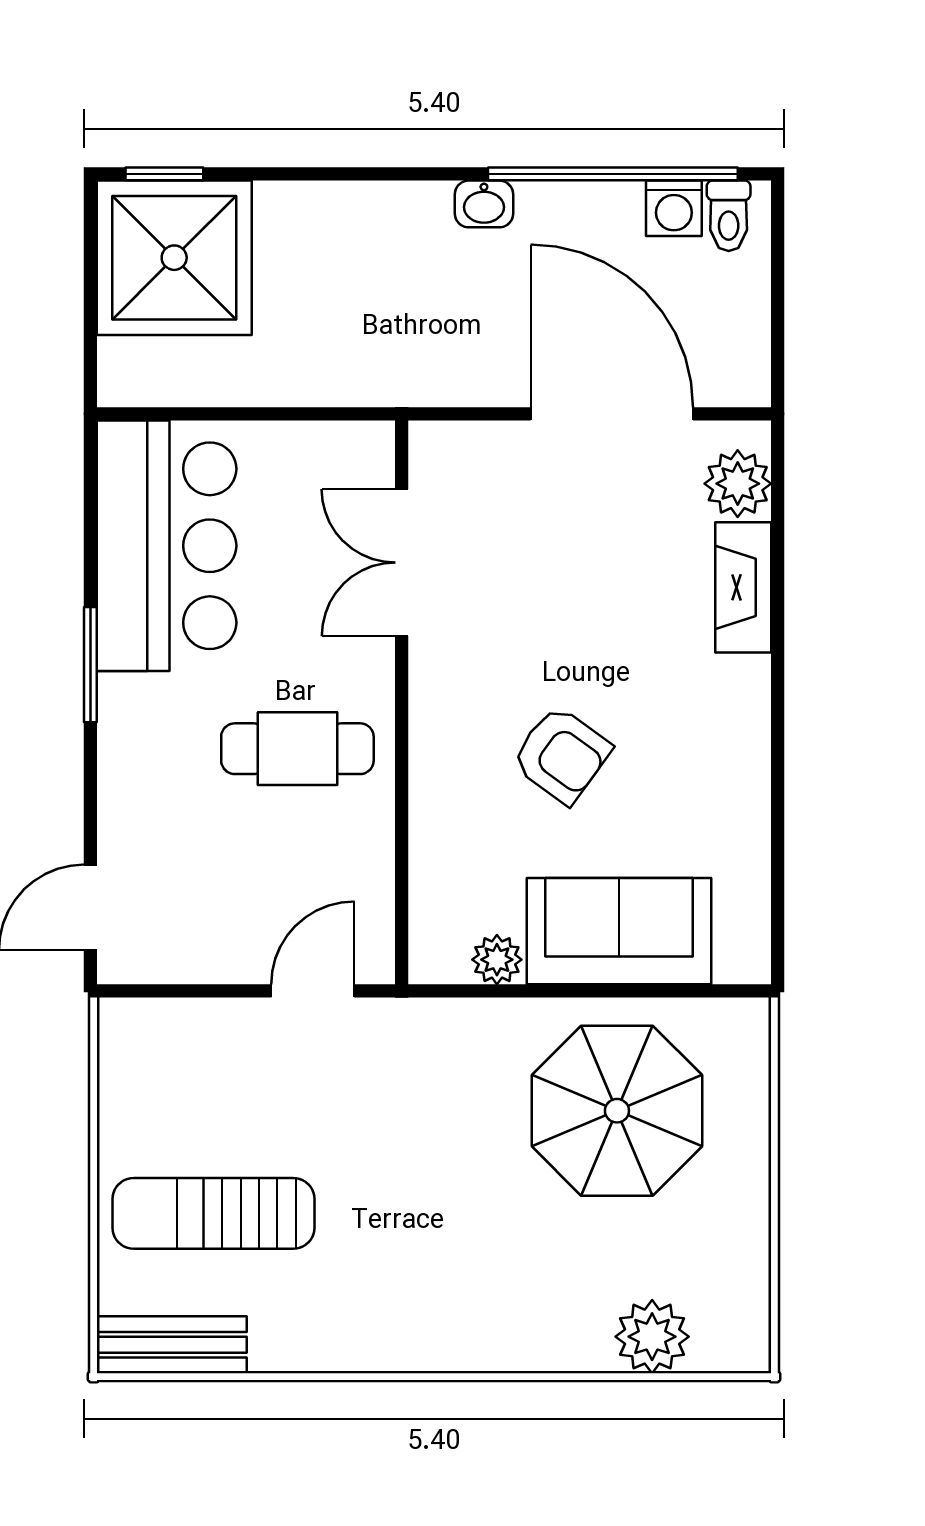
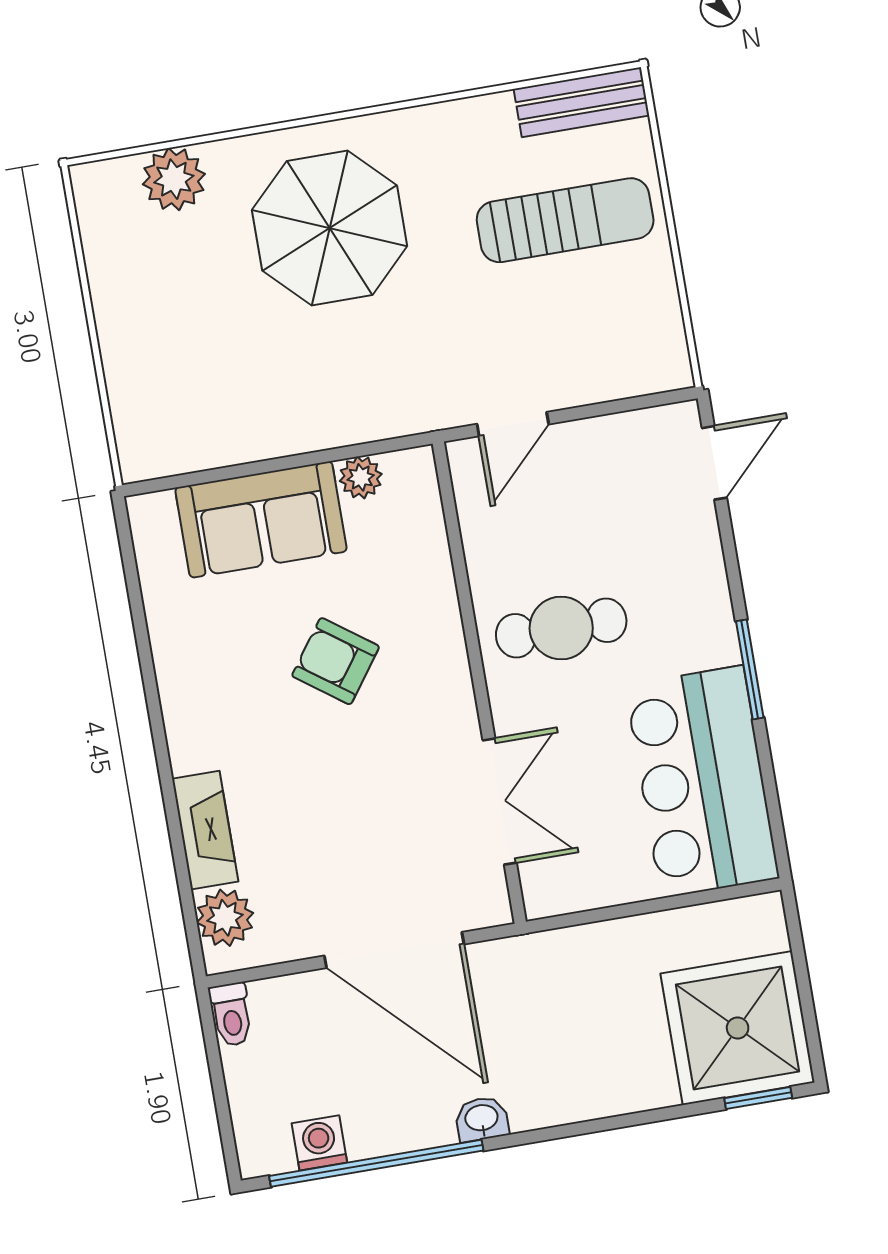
toilet: (729, 216) -> (231, 1014), moved, turned 180
door: (612, 414) -> (394, 950), moved
parasol: (617, 1111) -> (330, 228), moved

